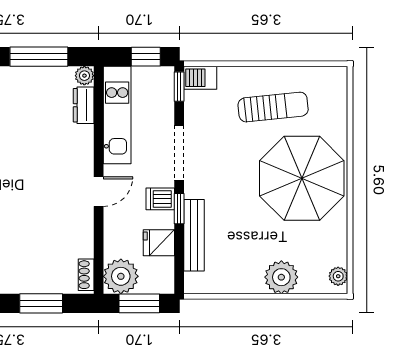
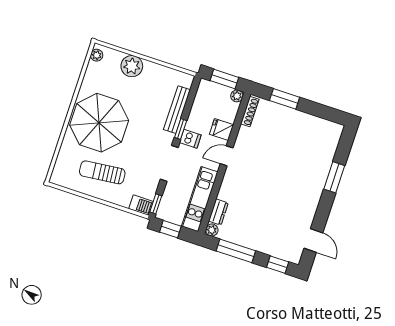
fridge: (159, 243) -> (222, 129), moved, turned 180
shoe rack: (86, 275) -> (250, 112), width x1.43
plant: (121, 276) -> (237, 96), width x0.53, depth x0.53

